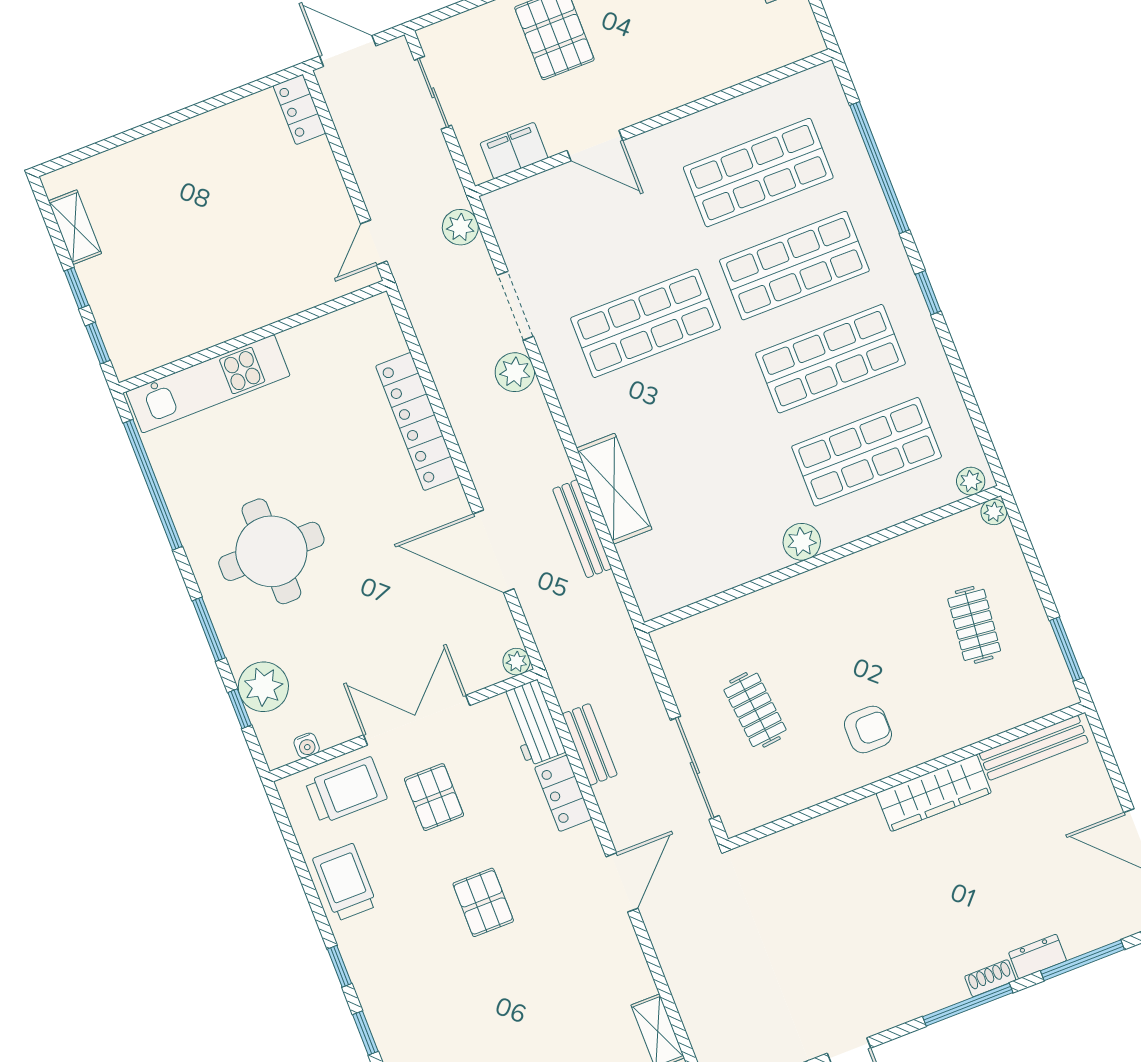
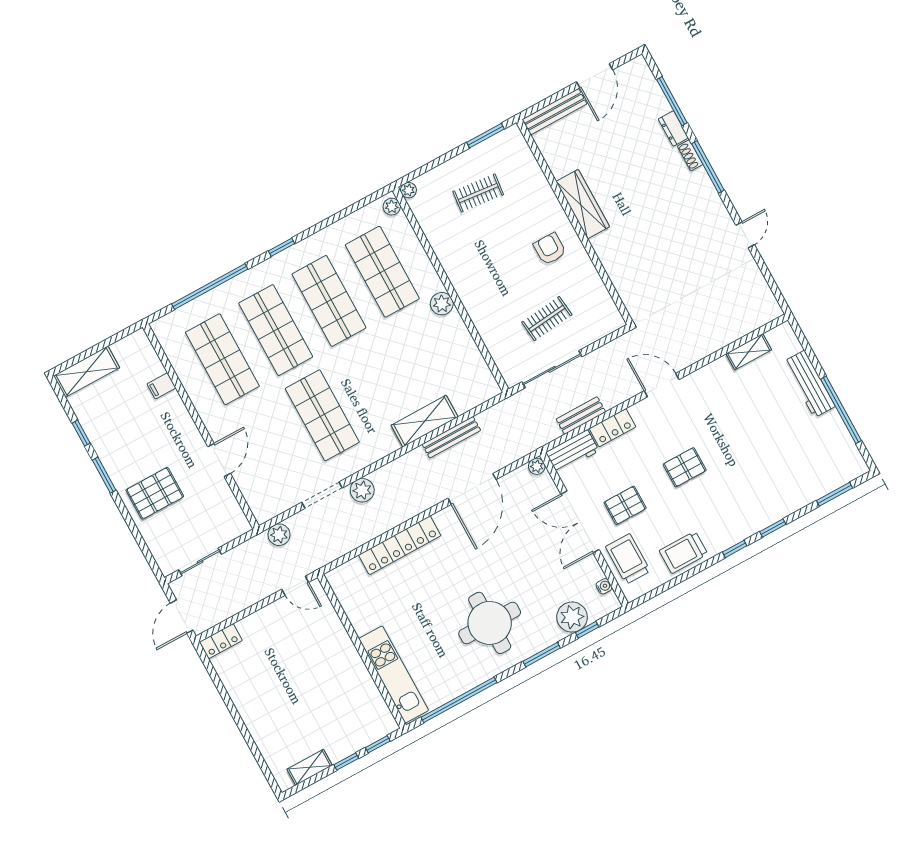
filing cabinet: (514, 151) -> (161, 386), moved, width x0.50
bench: (1034, 748) -> (554, 112), moved, turned 90
sliding door: (695, 768) -> (552, 369), moved

